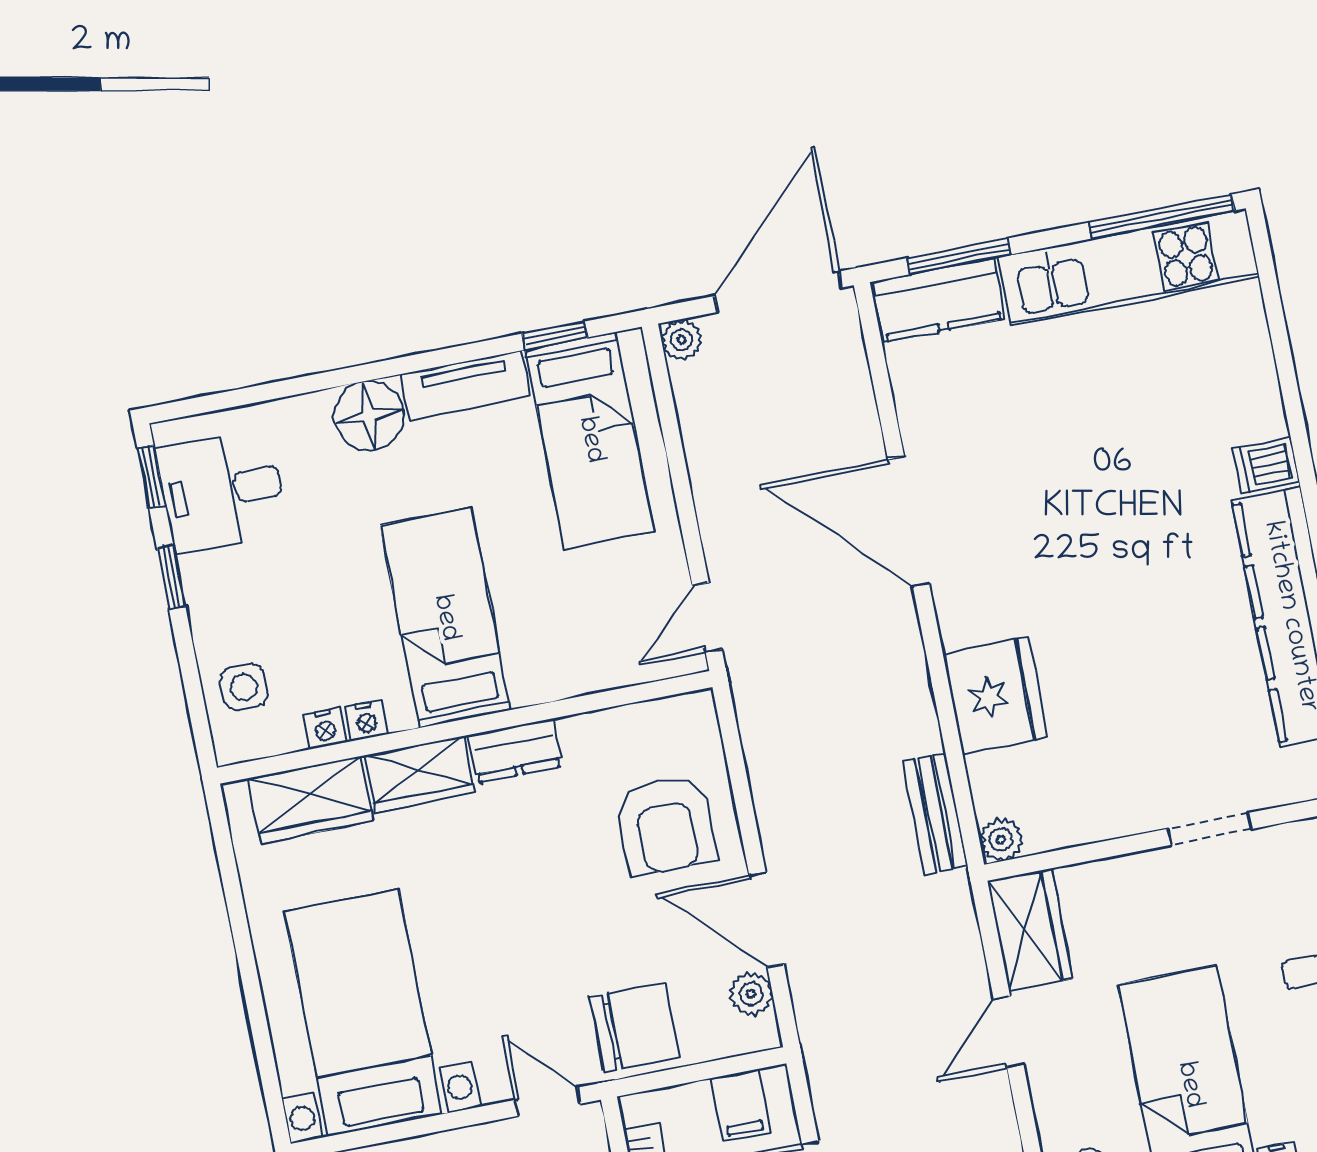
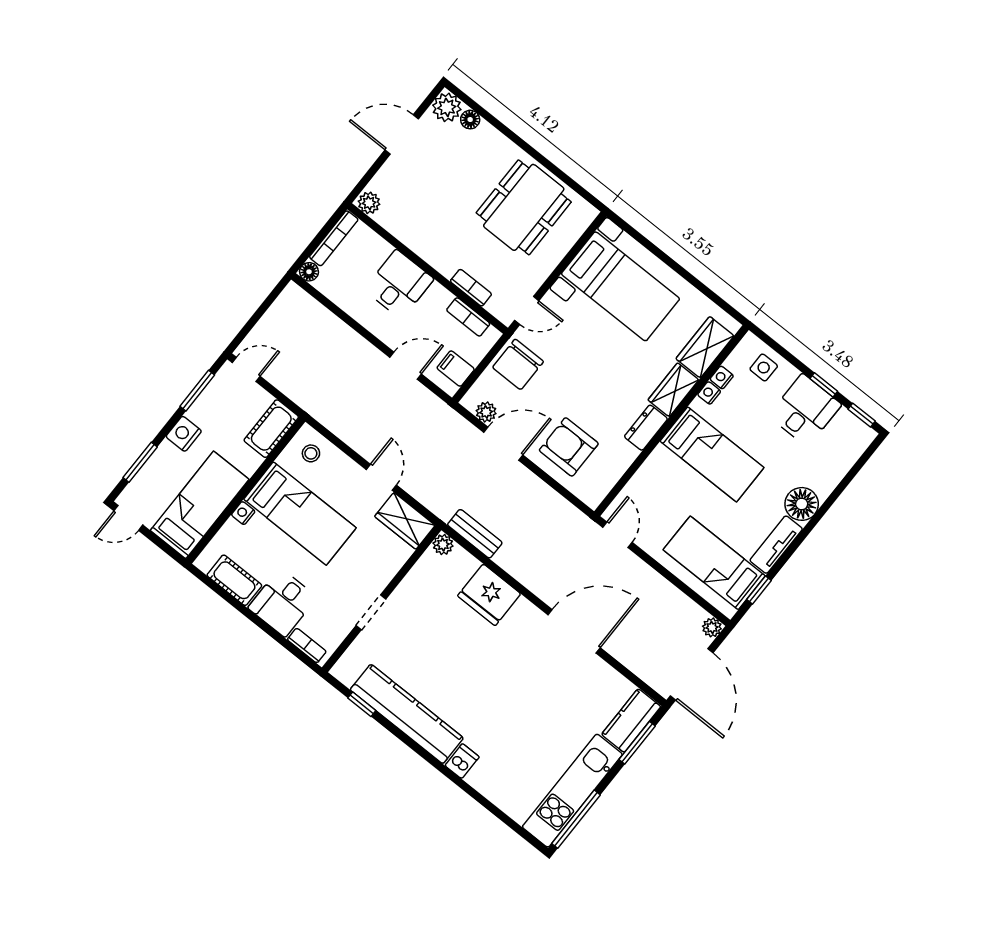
desk: (222, 491) -> (805, 410), moved

